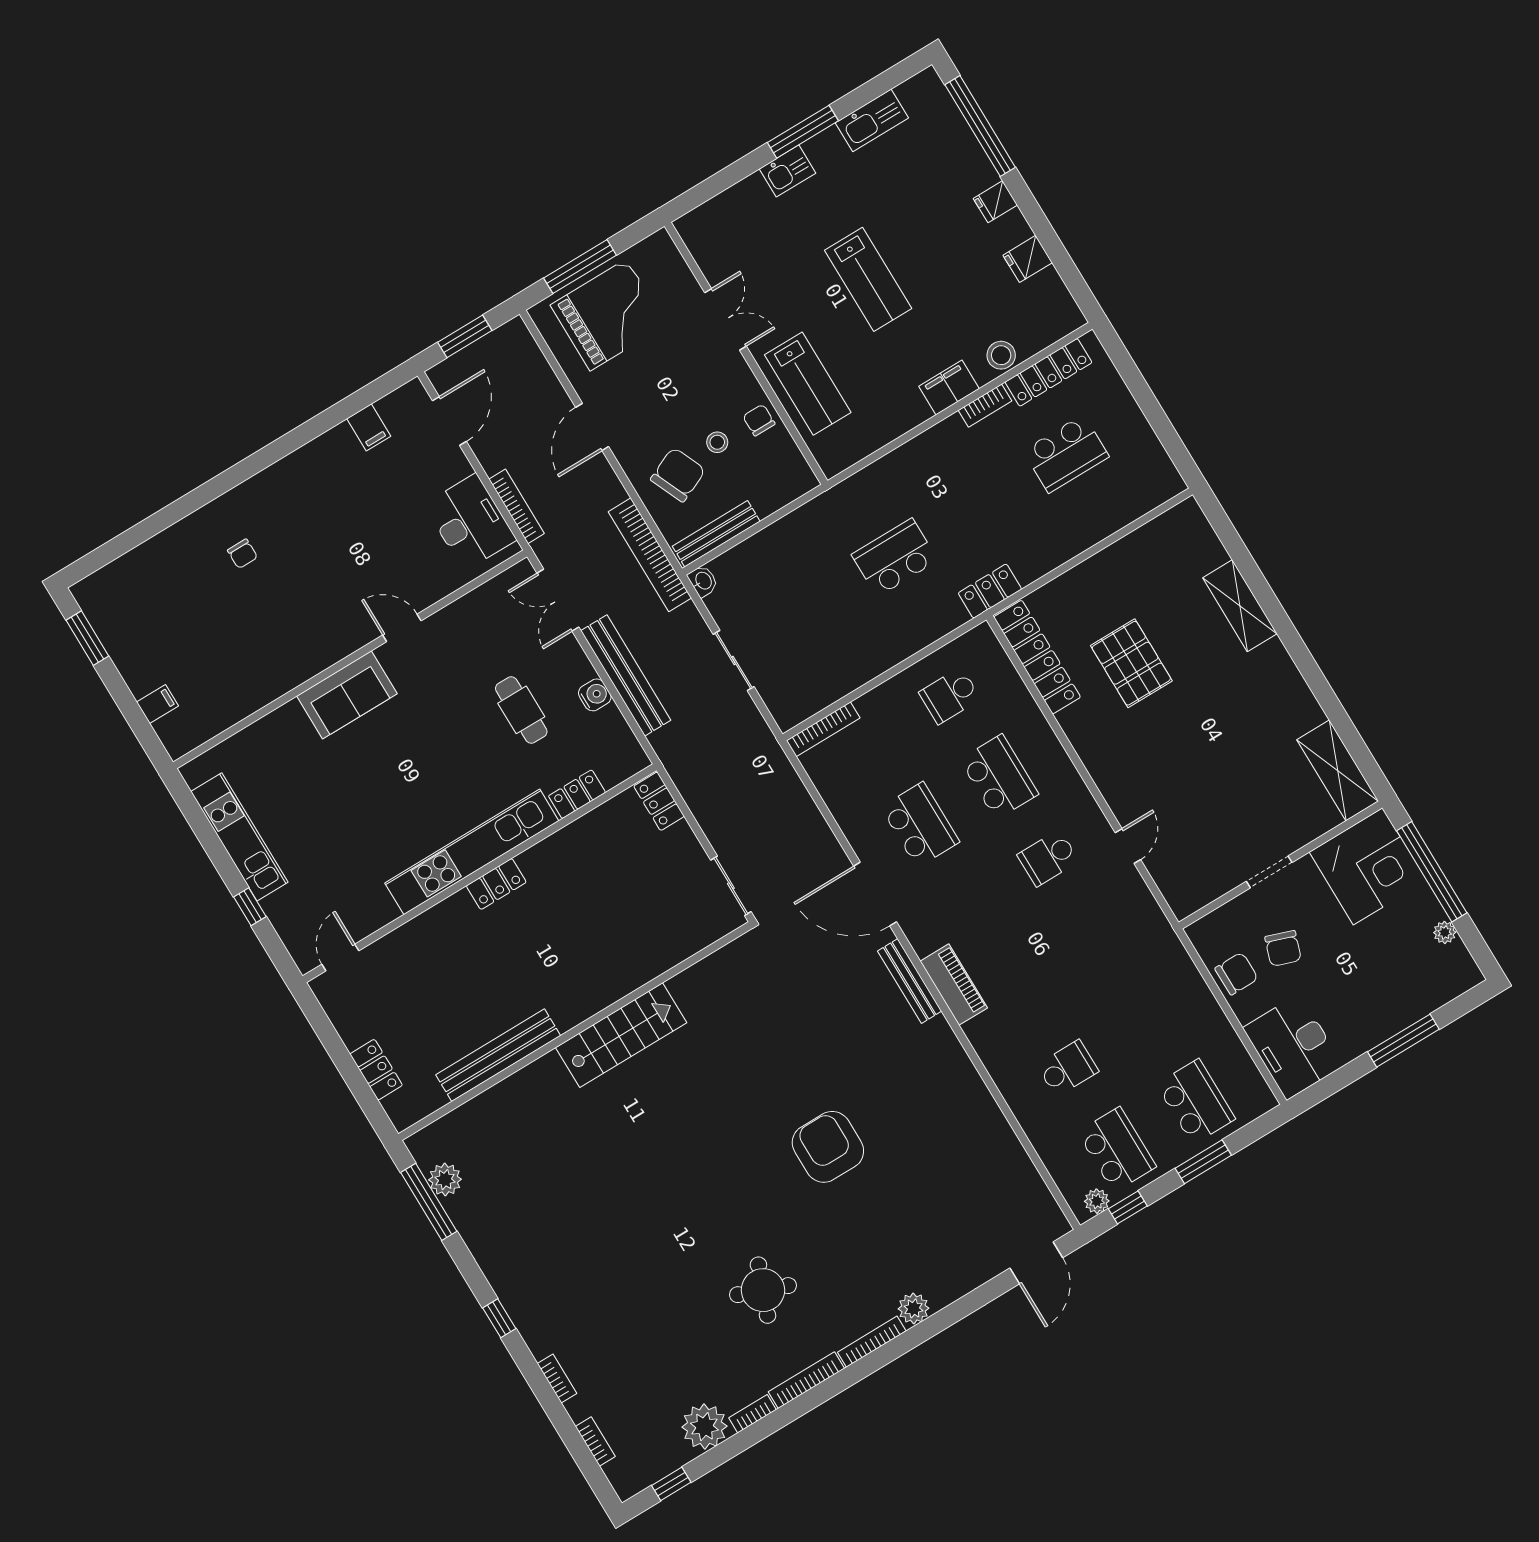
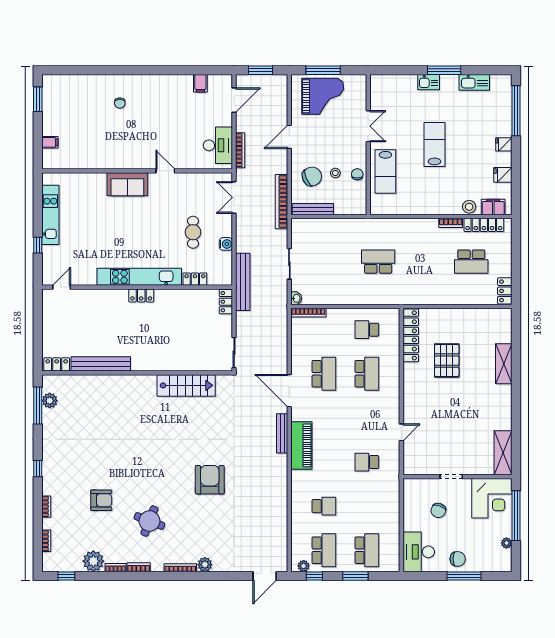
lab bench: (868, 279) -> (435, 145), turned 180
filing cabinet: (949, 387) -> (493, 207), moved
washbasin: (703, 581) -> (296, 298), moved
locker: (990, 591) -> (505, 291), moved, turned -90
bench: (626, 675) -> (243, 282), moved
school desk: (1048, 858) -> (367, 462), moved
chair: (1236, 974) -> (458, 559), moved
piano: (954, 985) -> (301, 445), width x1.37, depth x1.33
stairs: (621, 1035) -> (186, 385), moved
locker: (376, 1070) -> (57, 364), moved, turned -90
armchair: (651, 1306) -> (101, 500), added
bookcase: (806, 1380) -> (139, 567), width x0.64

